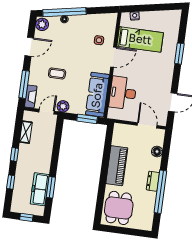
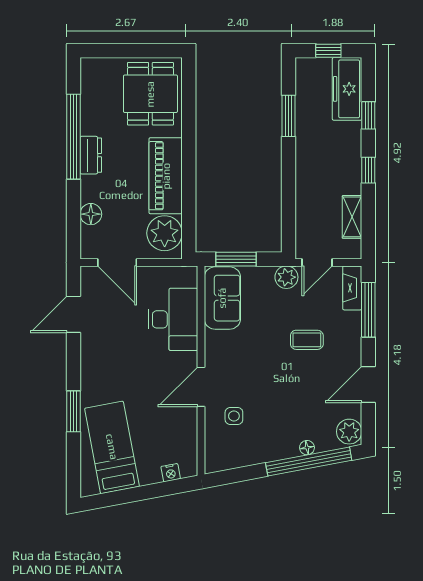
bed: (140, 39) -> (112, 447), moved, turned 79
sofa: (97, 95) -> (222, 298), width x0.73
plant: (121, 137) -> (165, 233), added
freezer: (40, 189) -> (347, 89), moved, turned 180

